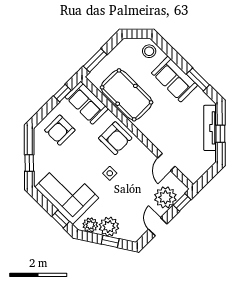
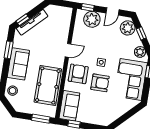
armchair: (60, 130) -> (100, 83), moved
window: (220, 134) -> (23, 20), moved
door: (166, 162) -> (68, 50), moved
window: (29, 163) -> (129, 114), removed
plant: (109, 227) -> (128, 28), moved

